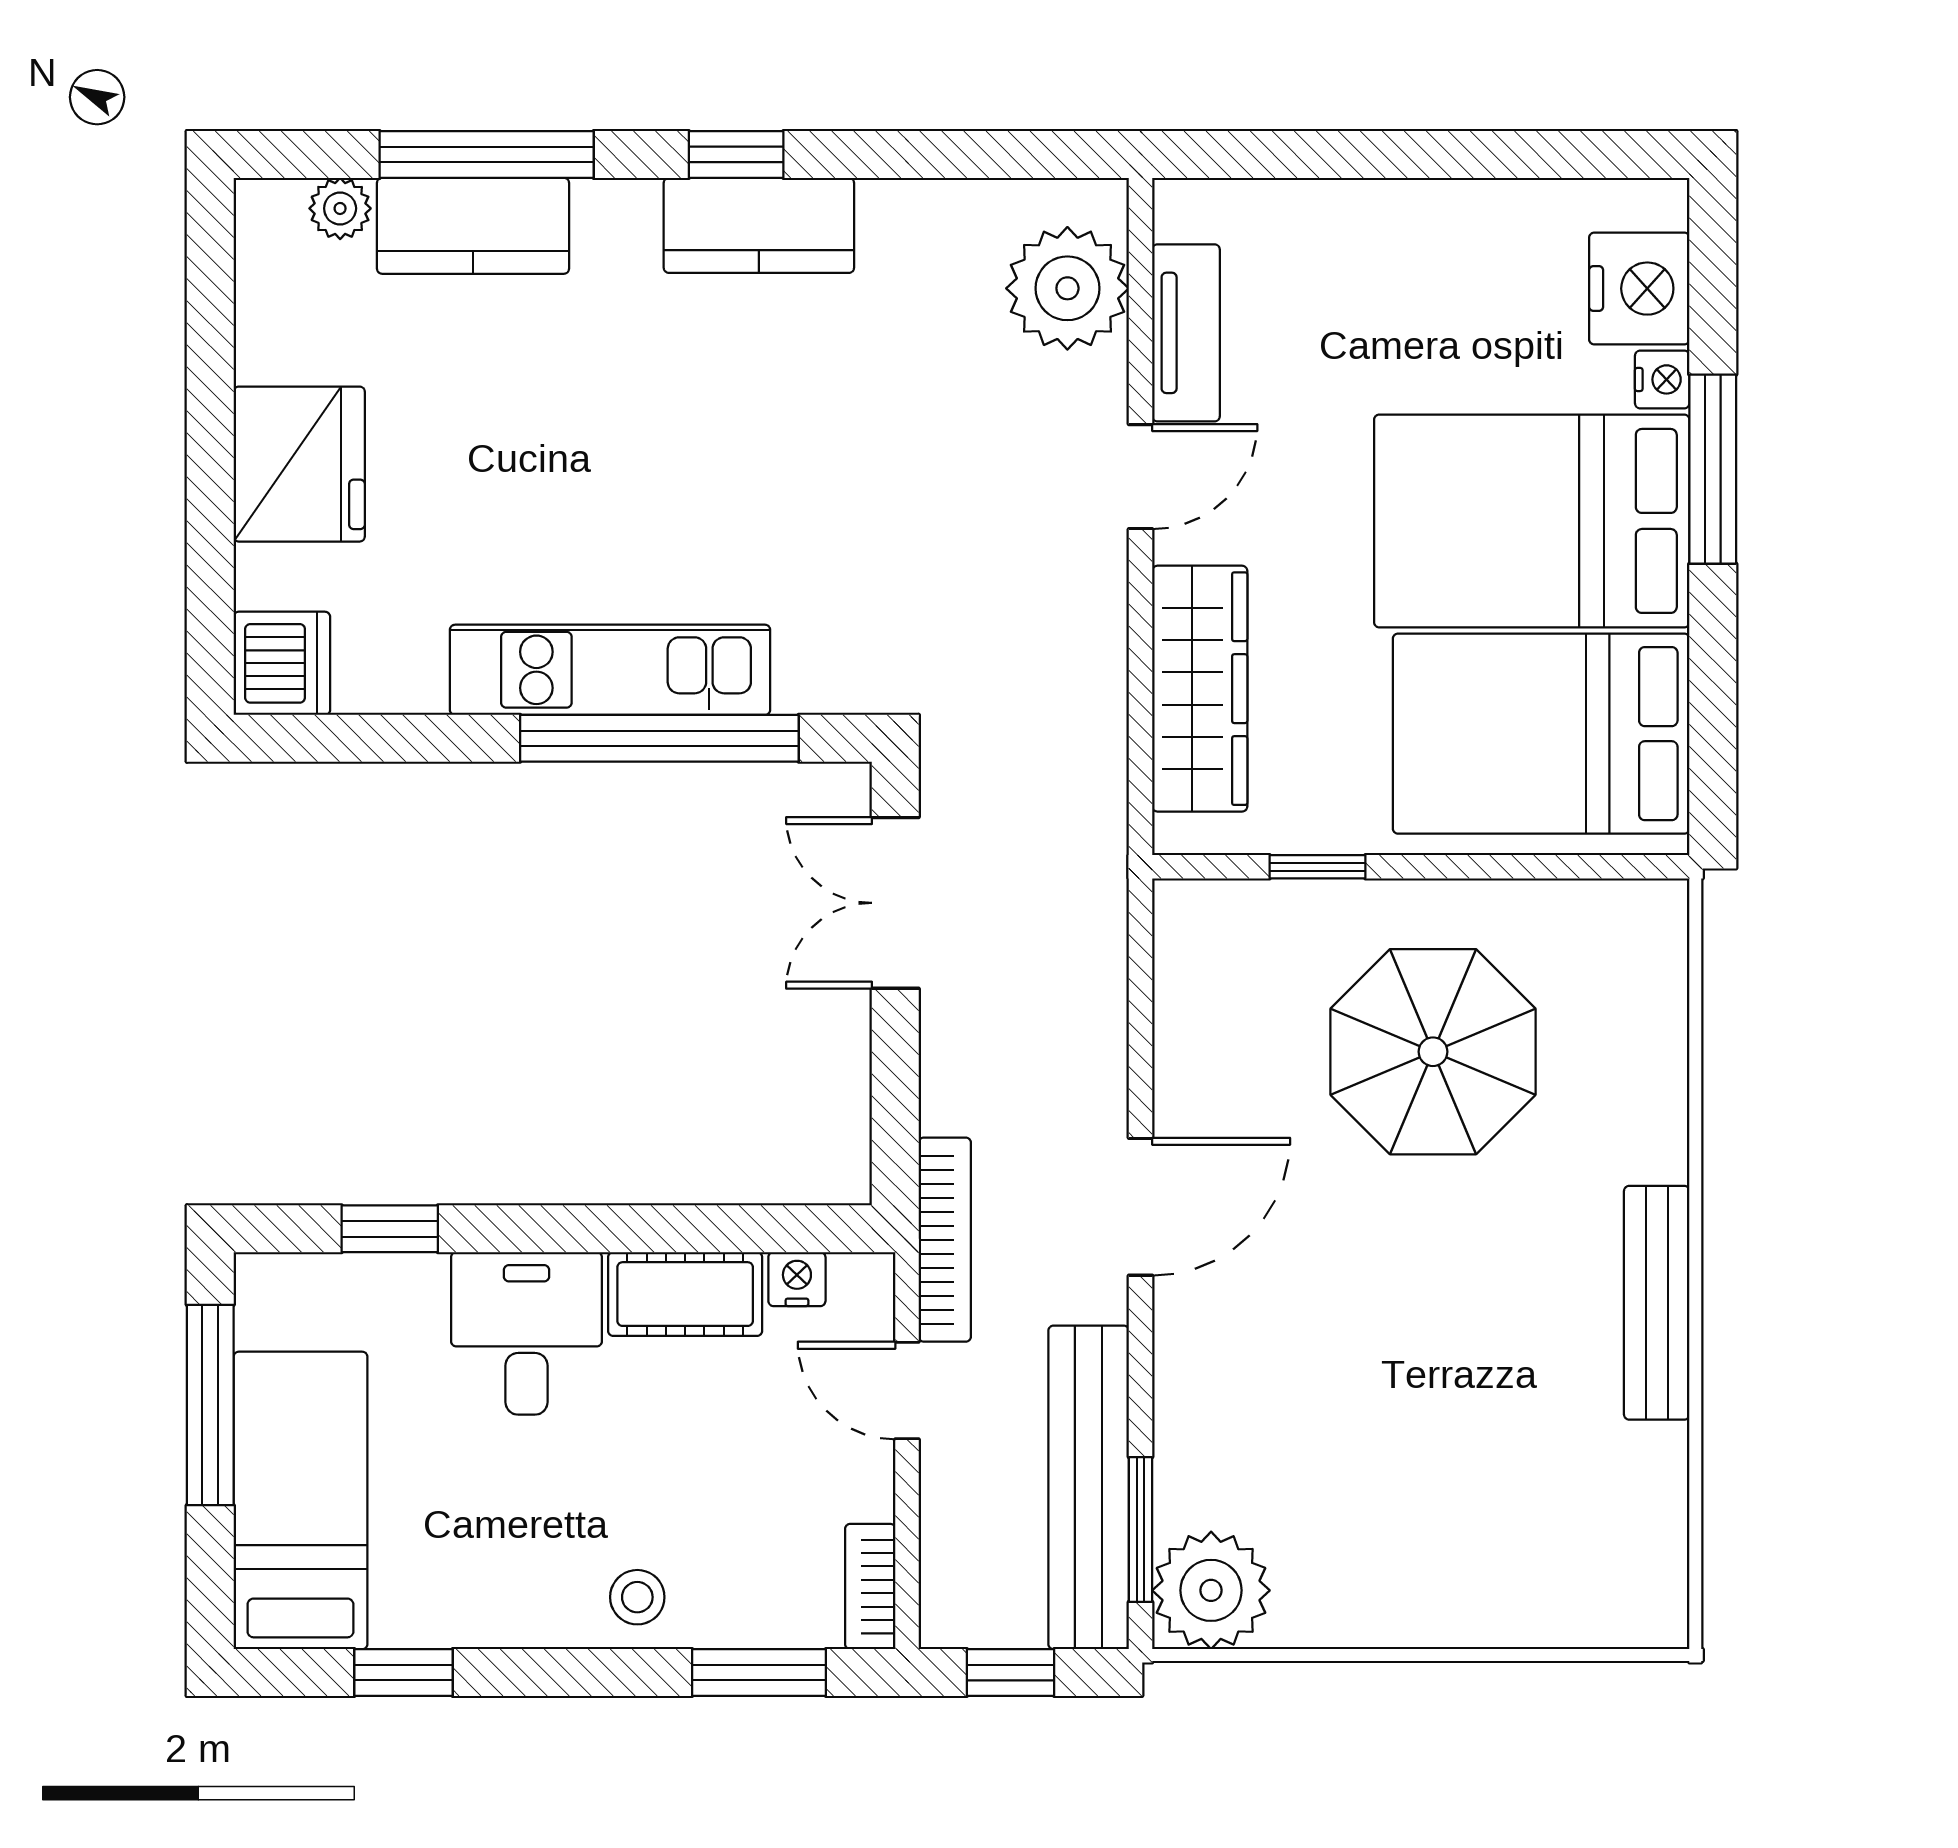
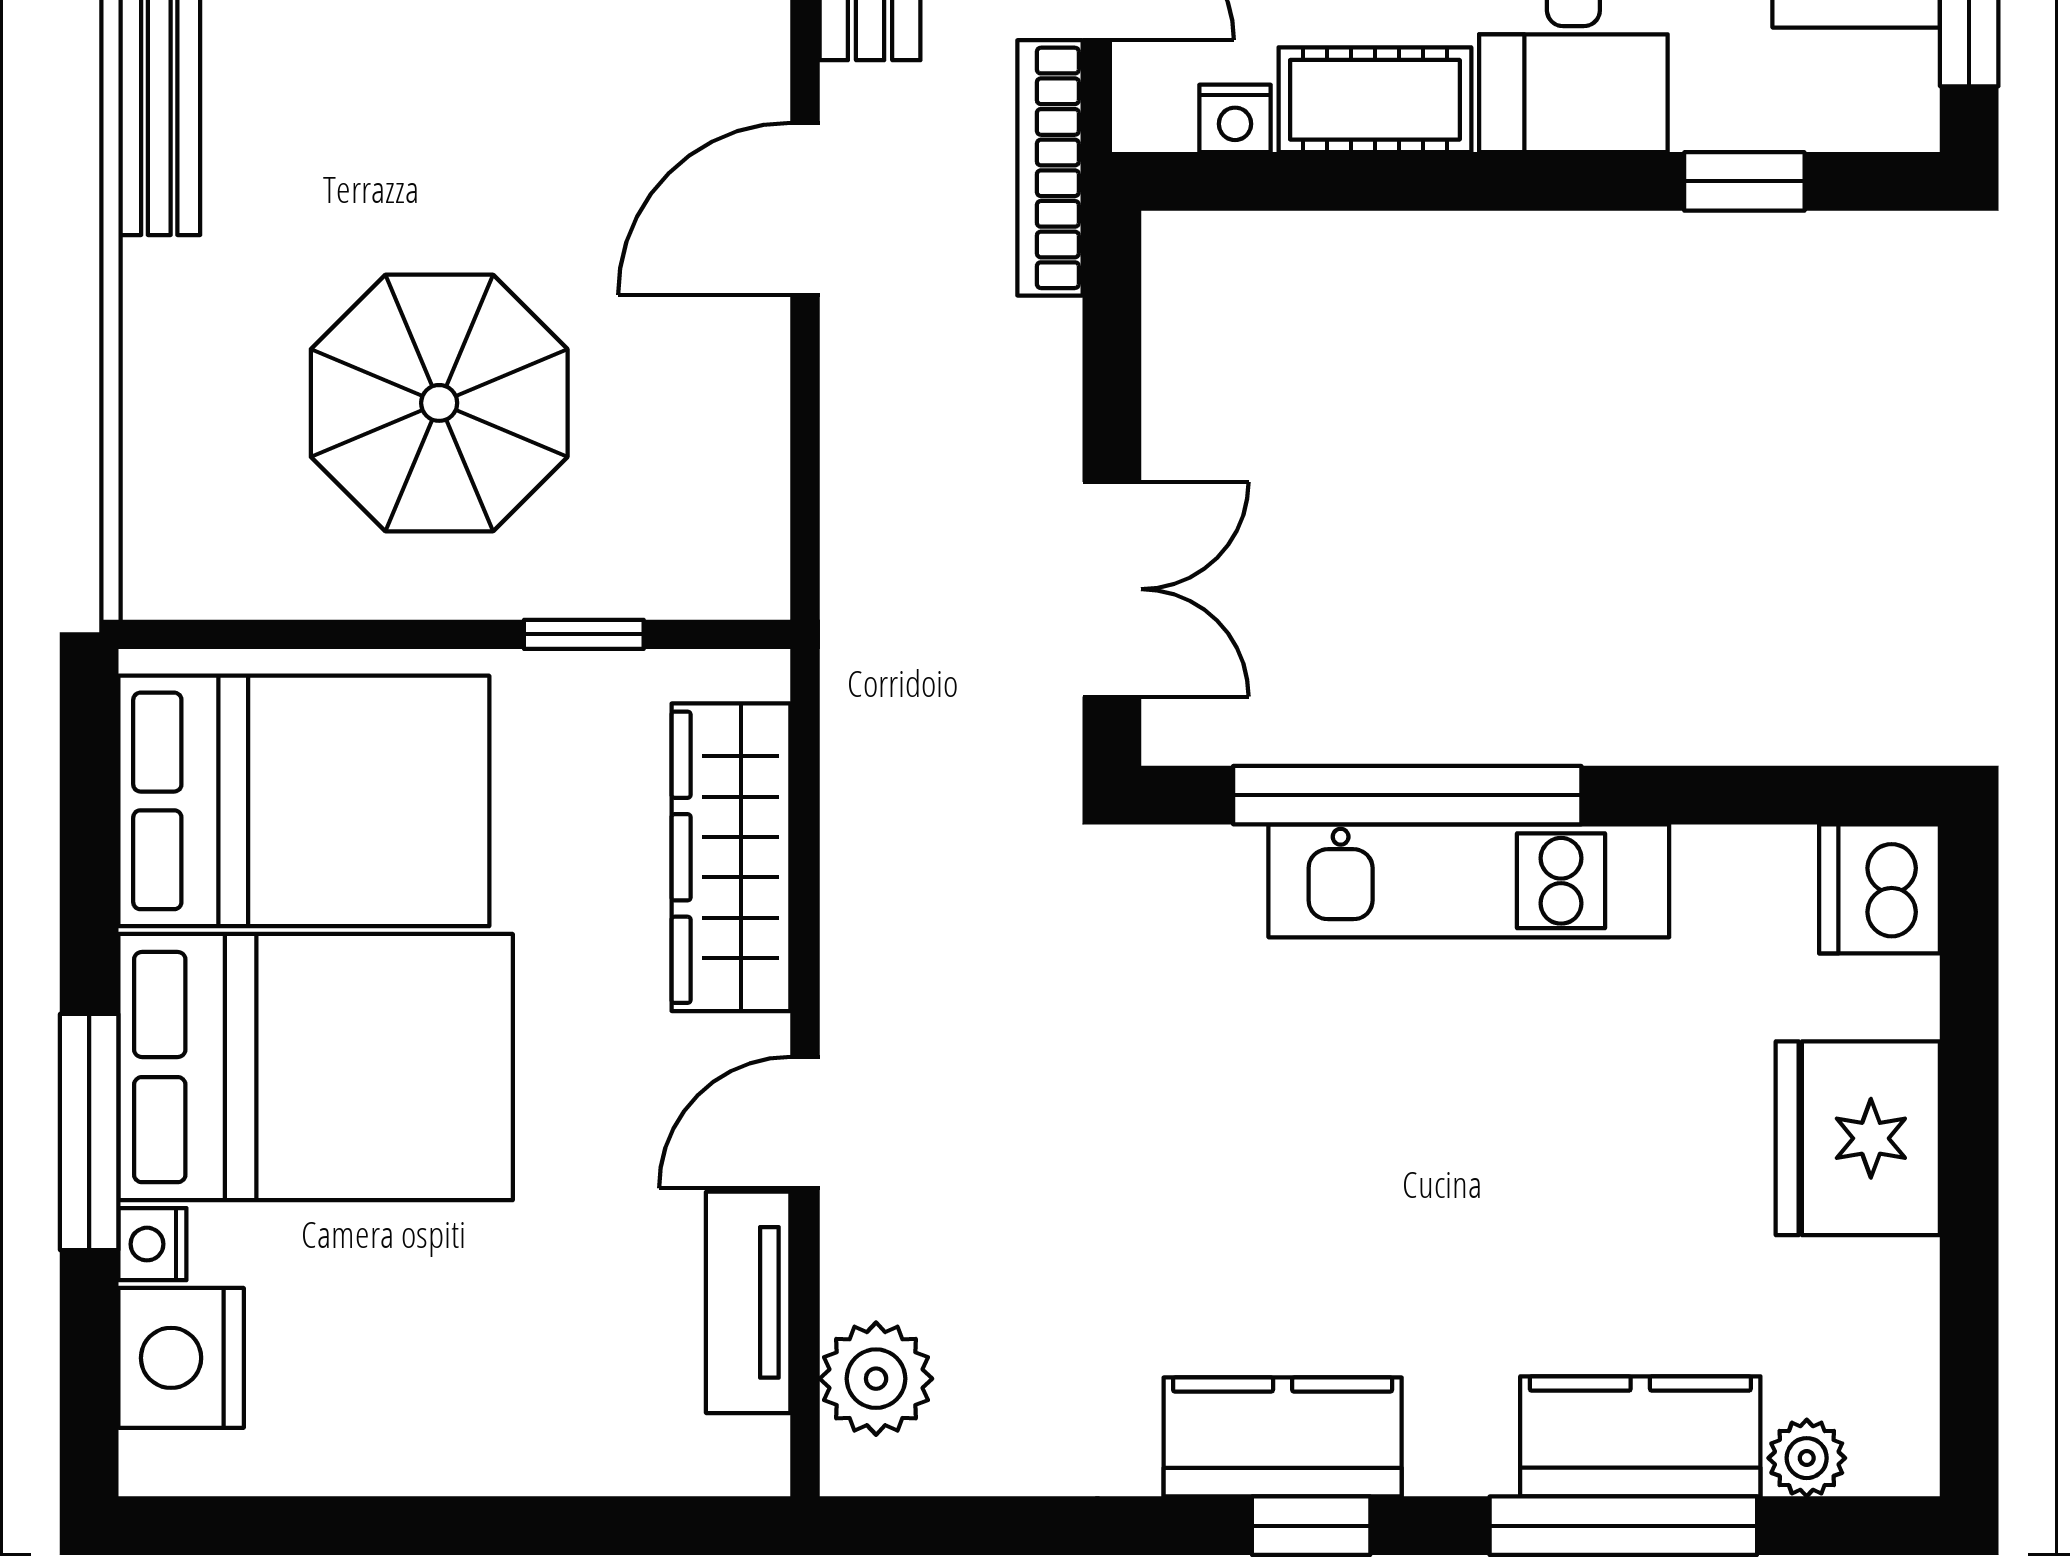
plant: (1067, 288) -> (876, 1379), width x0.73, depth x0.73

